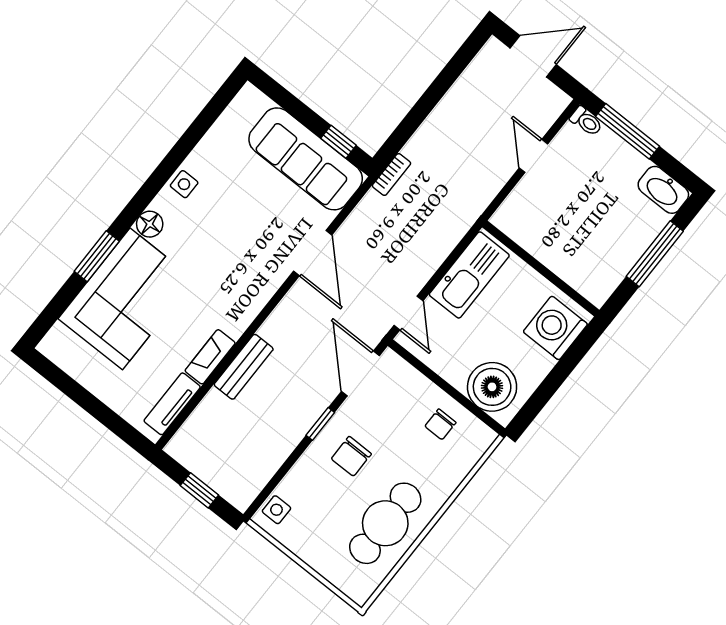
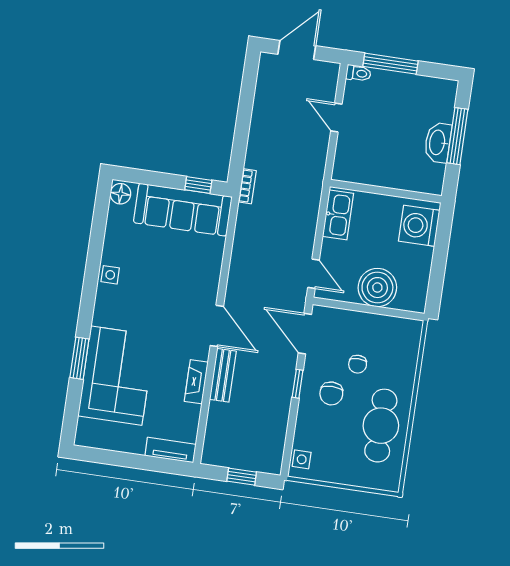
washbasin: (663, 190) -> (438, 142), moved, turned 90
floor lamp: (150, 224) -> (120, 194), moved
door: (313, 253) -> (217, 326), moved
kitchen sink: (469, 275) -> (338, 215), width x0.73, depth x0.81
boiler: (492, 387) -> (377, 288), moved
tv unit: (172, 404) -> (170, 450), moved, turned 90
chair: (440, 424) -> (358, 364), moved

